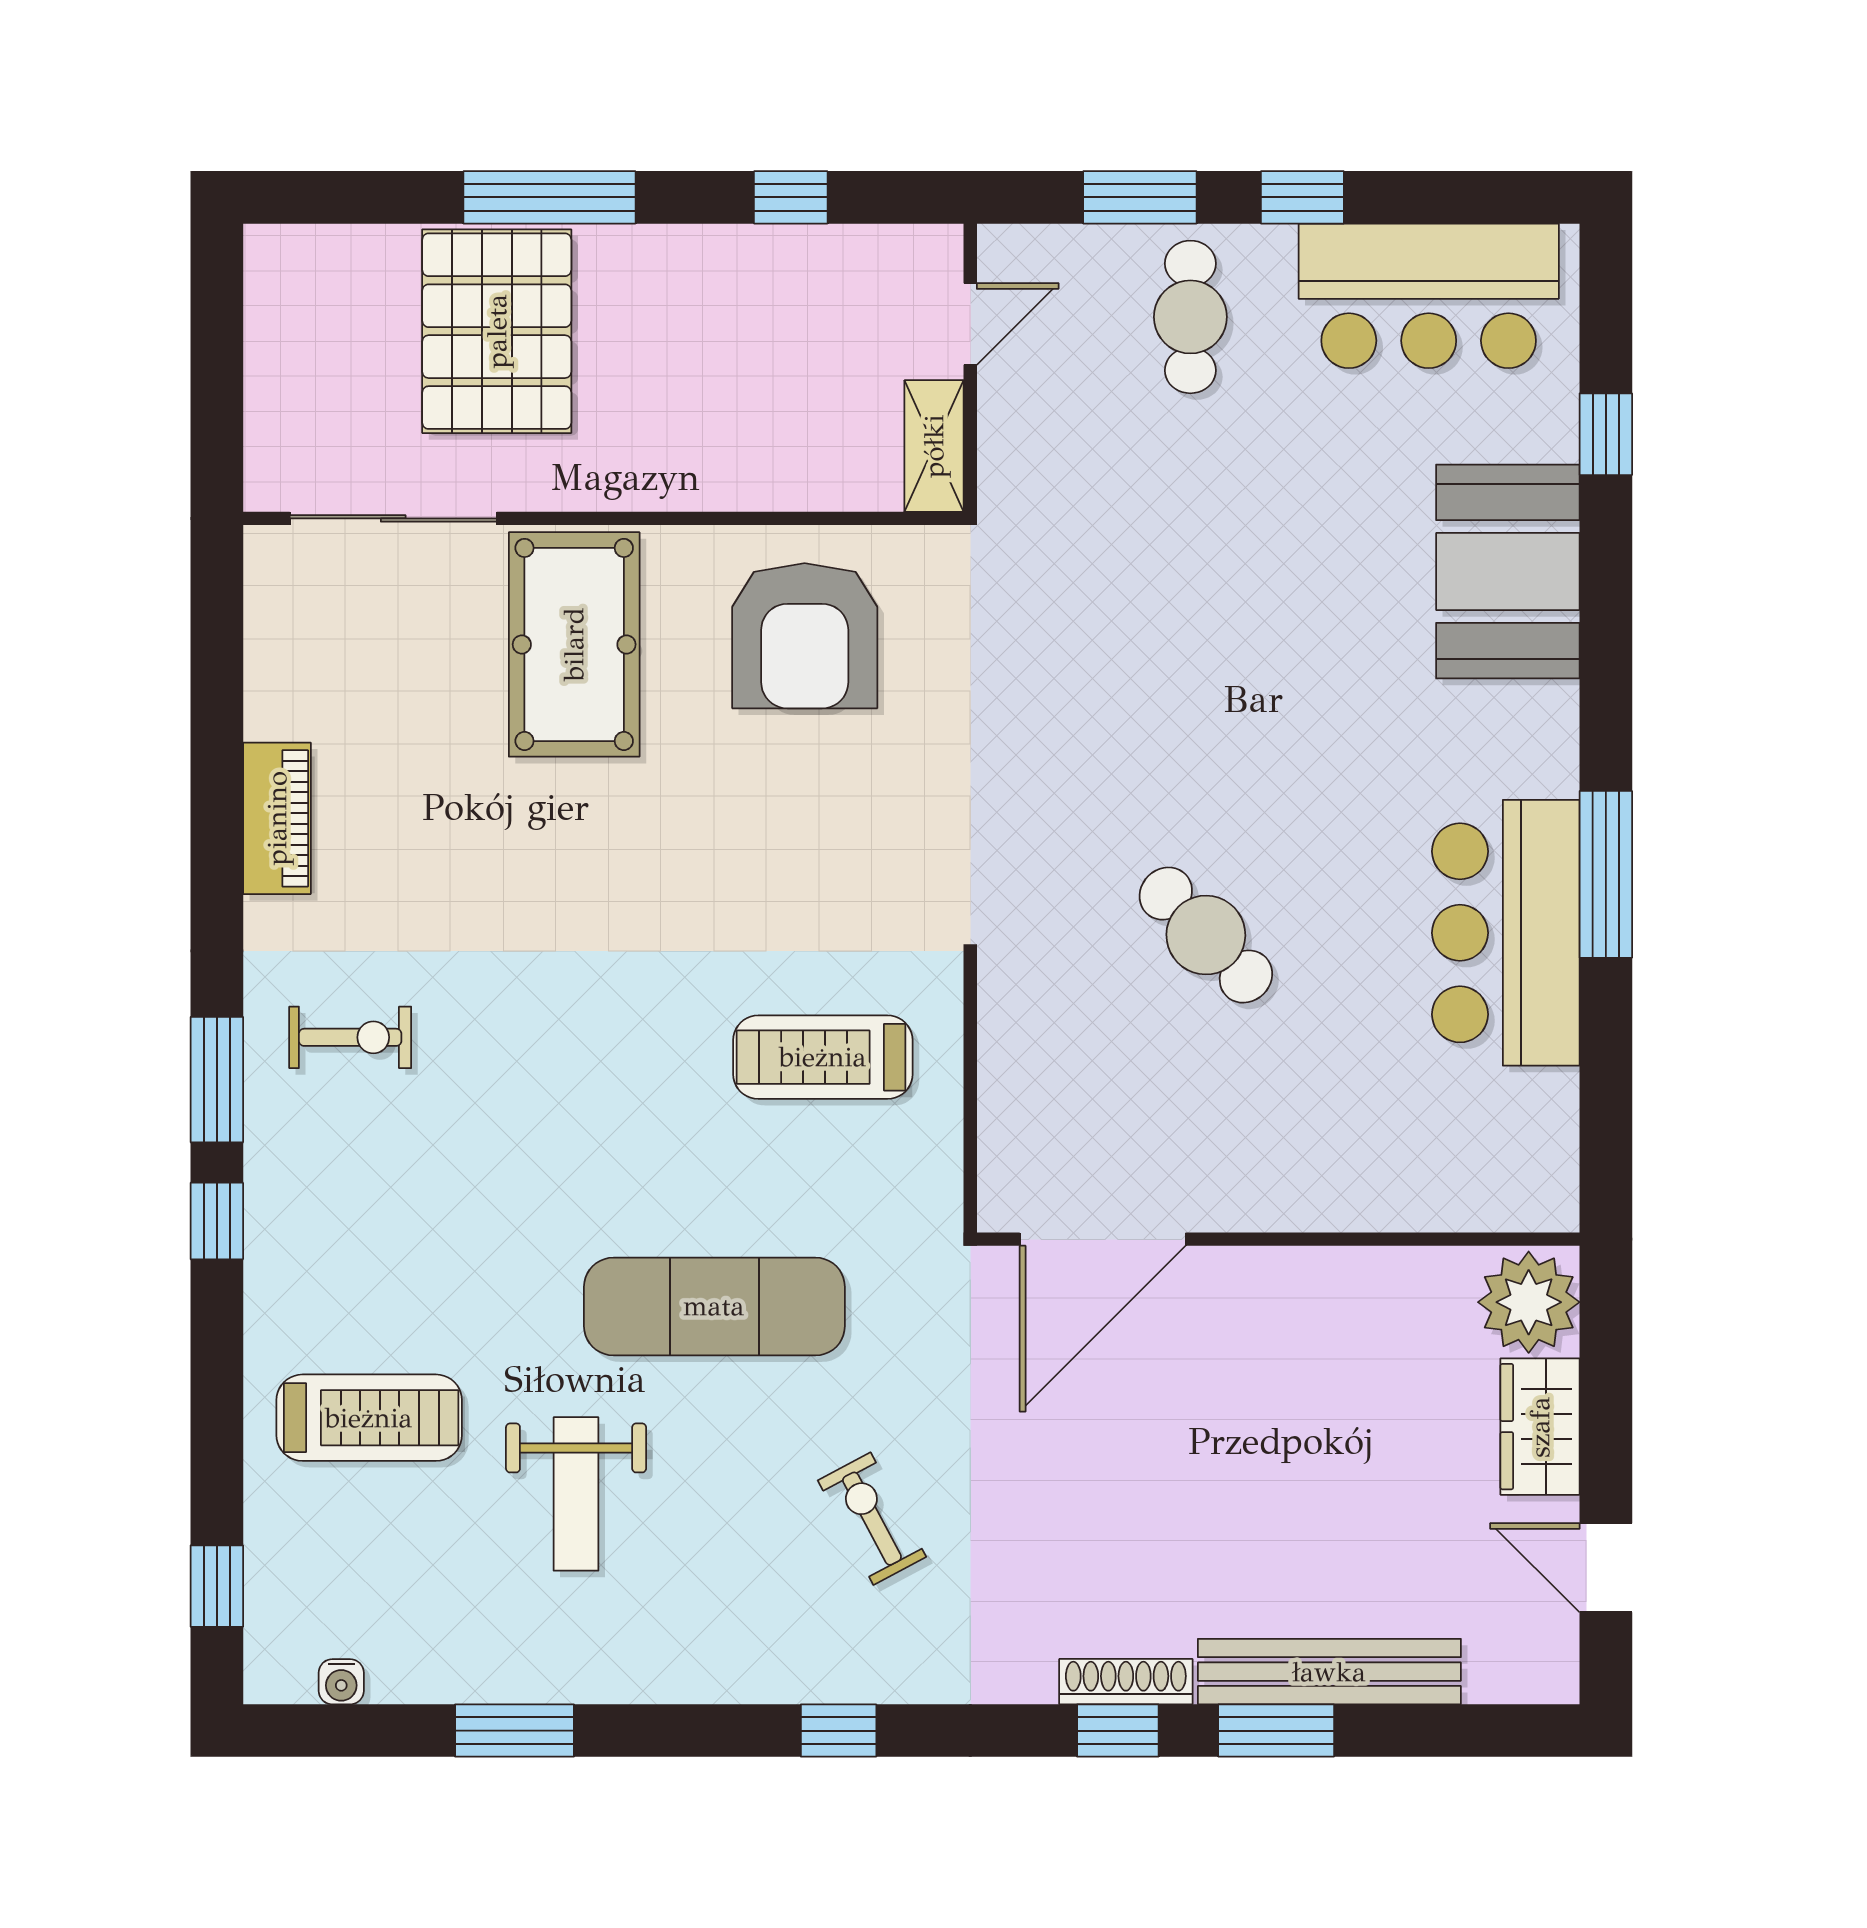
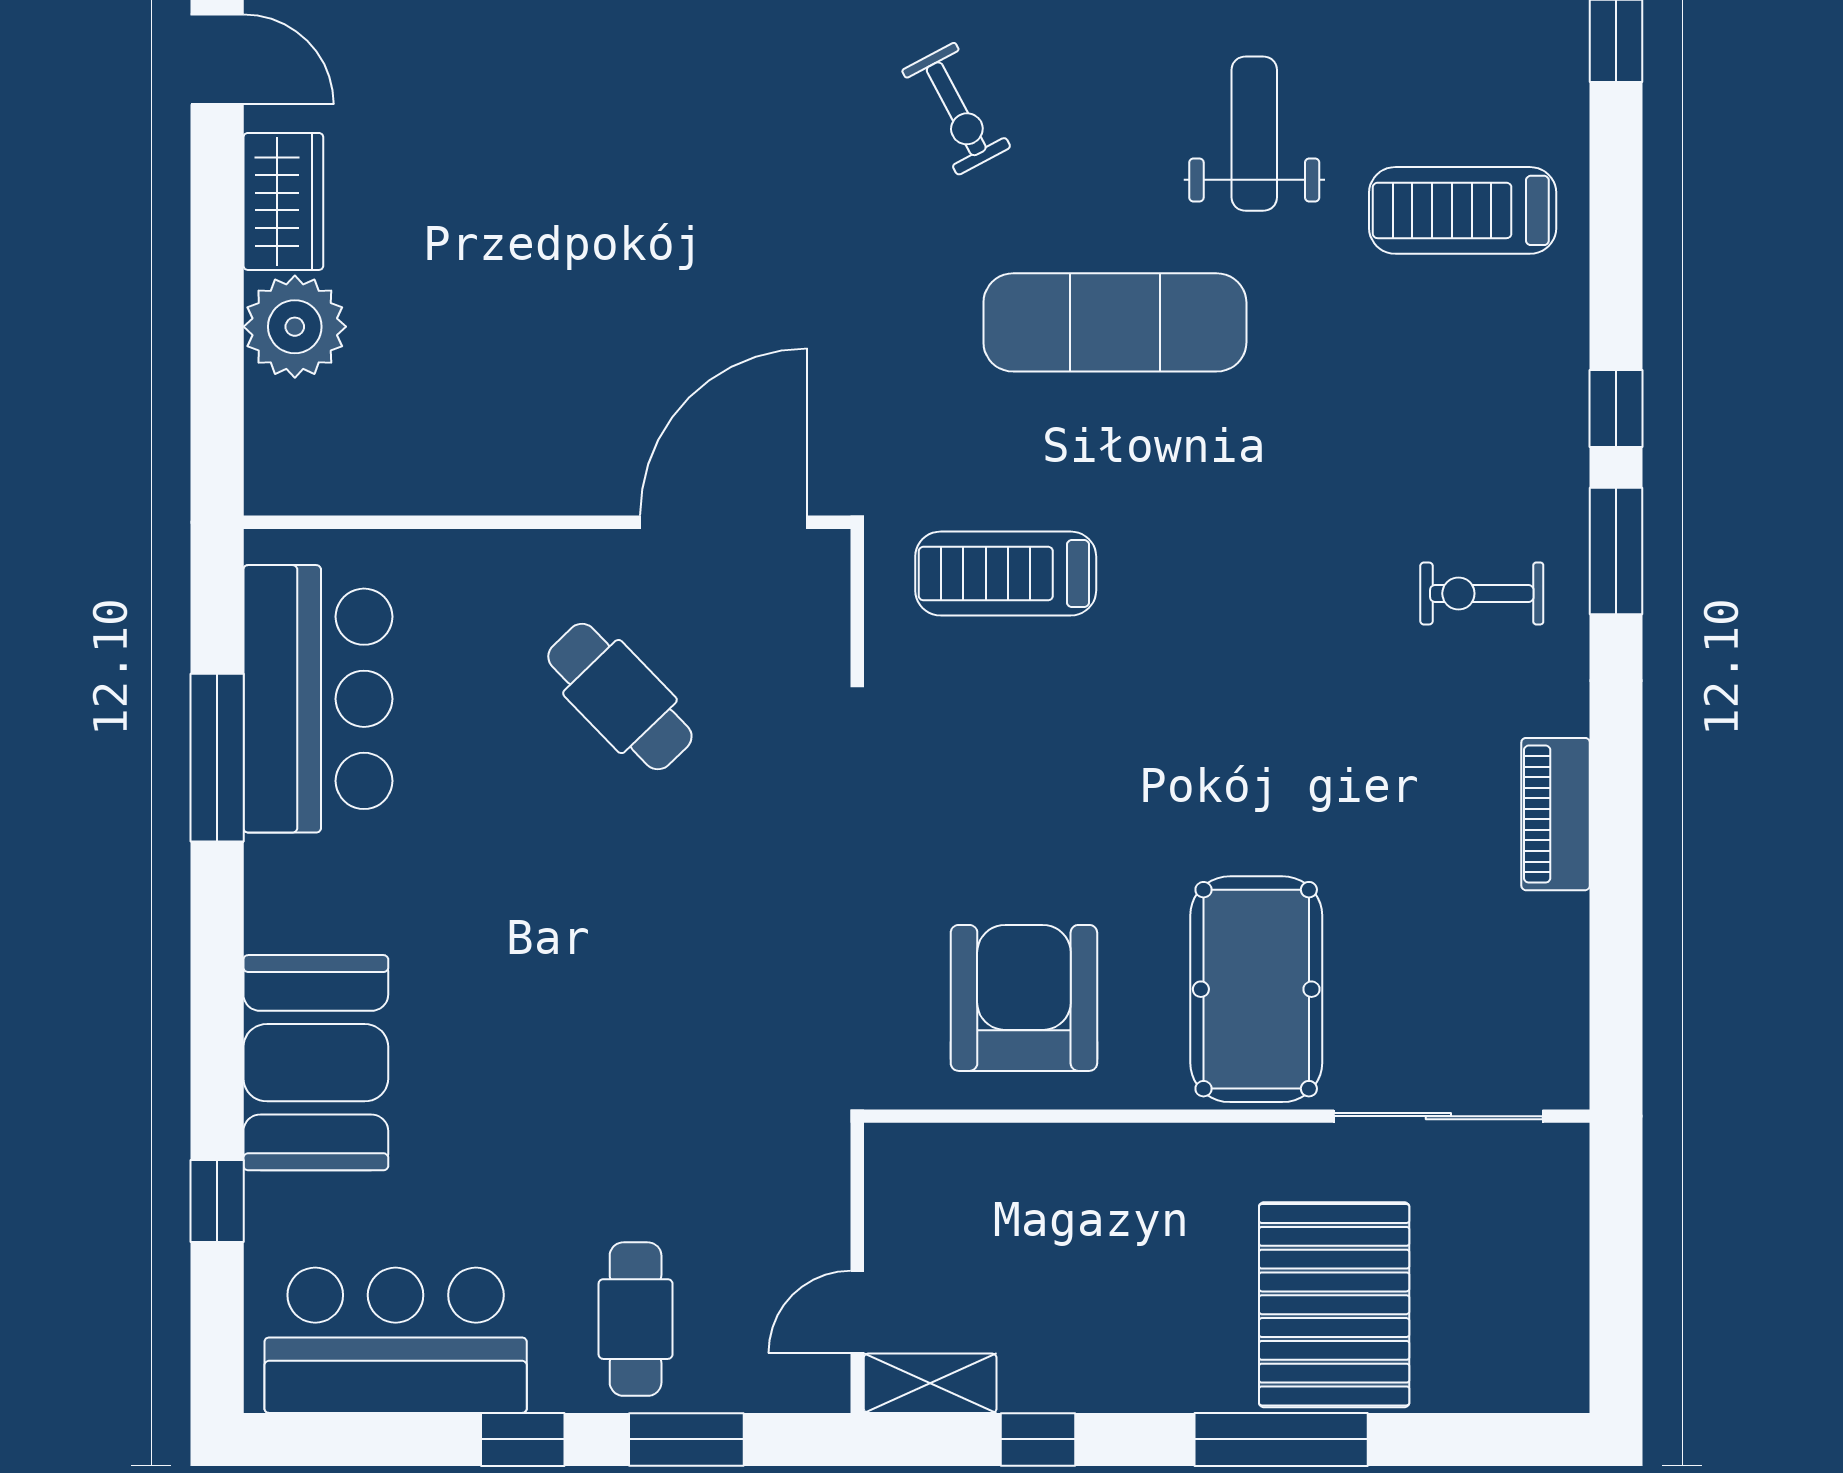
shelving: (934, 446) -> (930, 1383), moved, turned 90
treadmill: (823, 1057) -> (1006, 574), turned 180
door: (1103, 1239) -> (724, 522), moved
wall: (1278, 1239) -> (547, 522), moved

